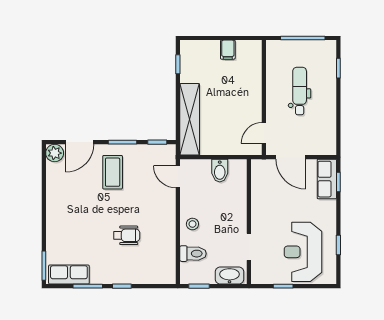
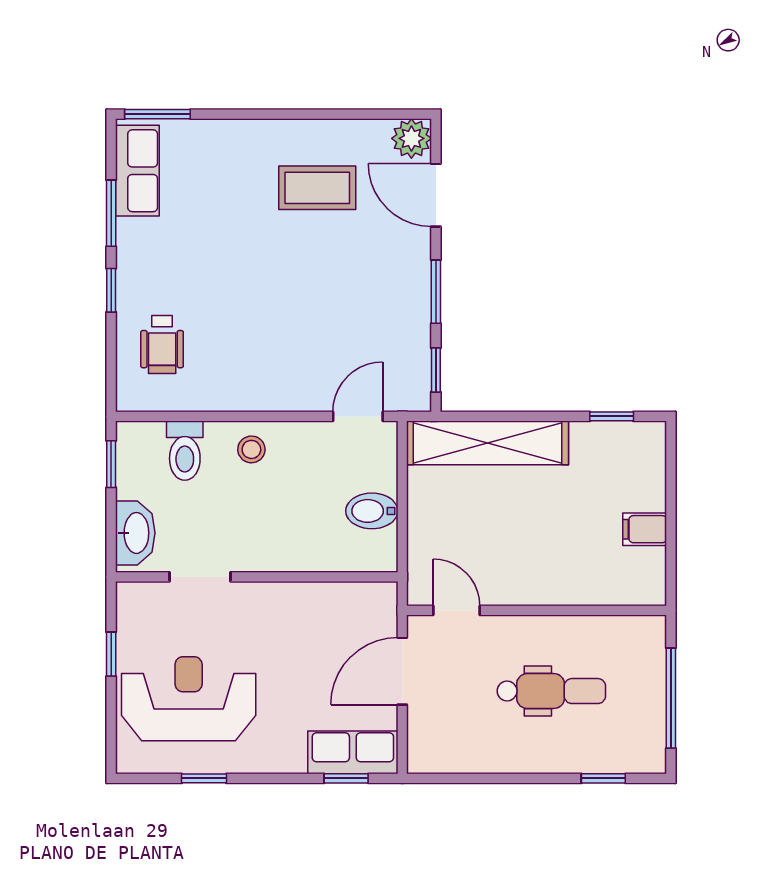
coffee table: (113, 172) -> (317, 188), moved
wheelchair: (127, 235) -> (162, 344), moved

